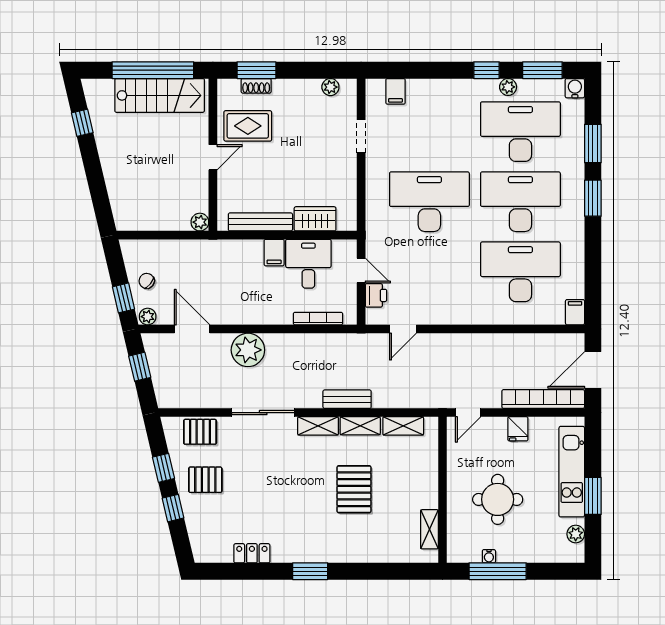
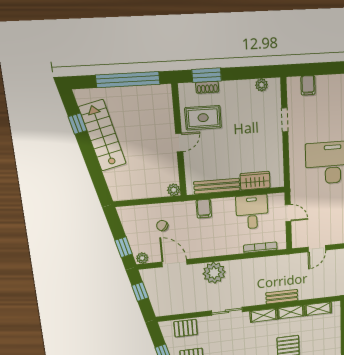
stairs: (160, 95) -> (103, 136), moved, turned -103
filing cabinet: (274, 253) -> (204, 209), moved
chair: (147, 281) -> (162, 226), moved
printer: (376, 295) -> (299, 229), removed
sliding door: (263, 413) -> (227, 311), width x0.73

